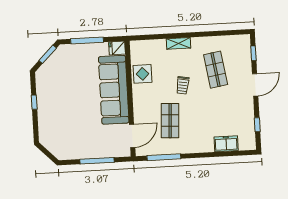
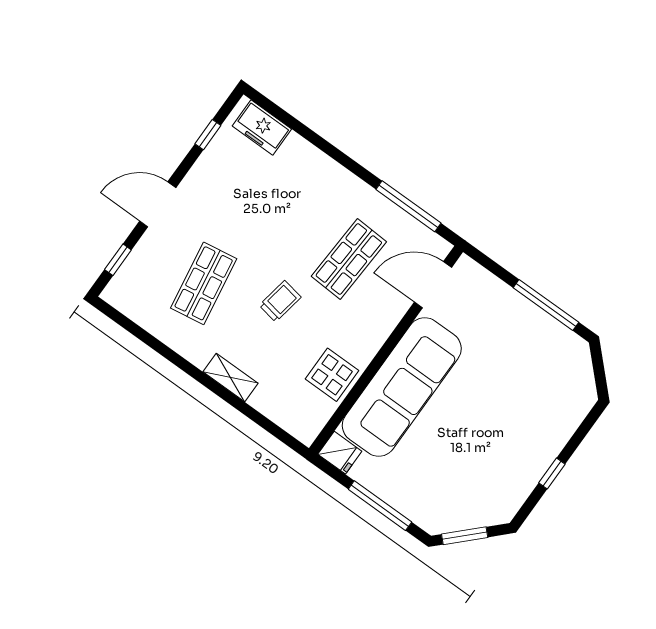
freezer: (226, 144) -> (262, 127), moved
window: (97, 161) -> (546, 305), moved

